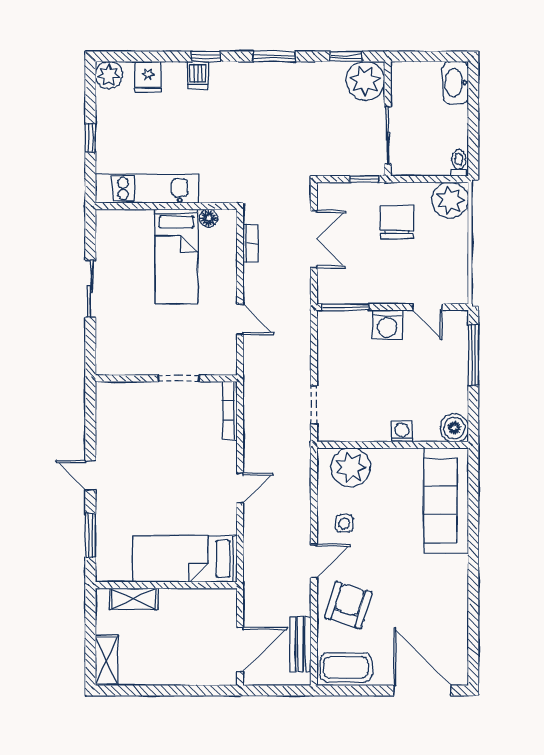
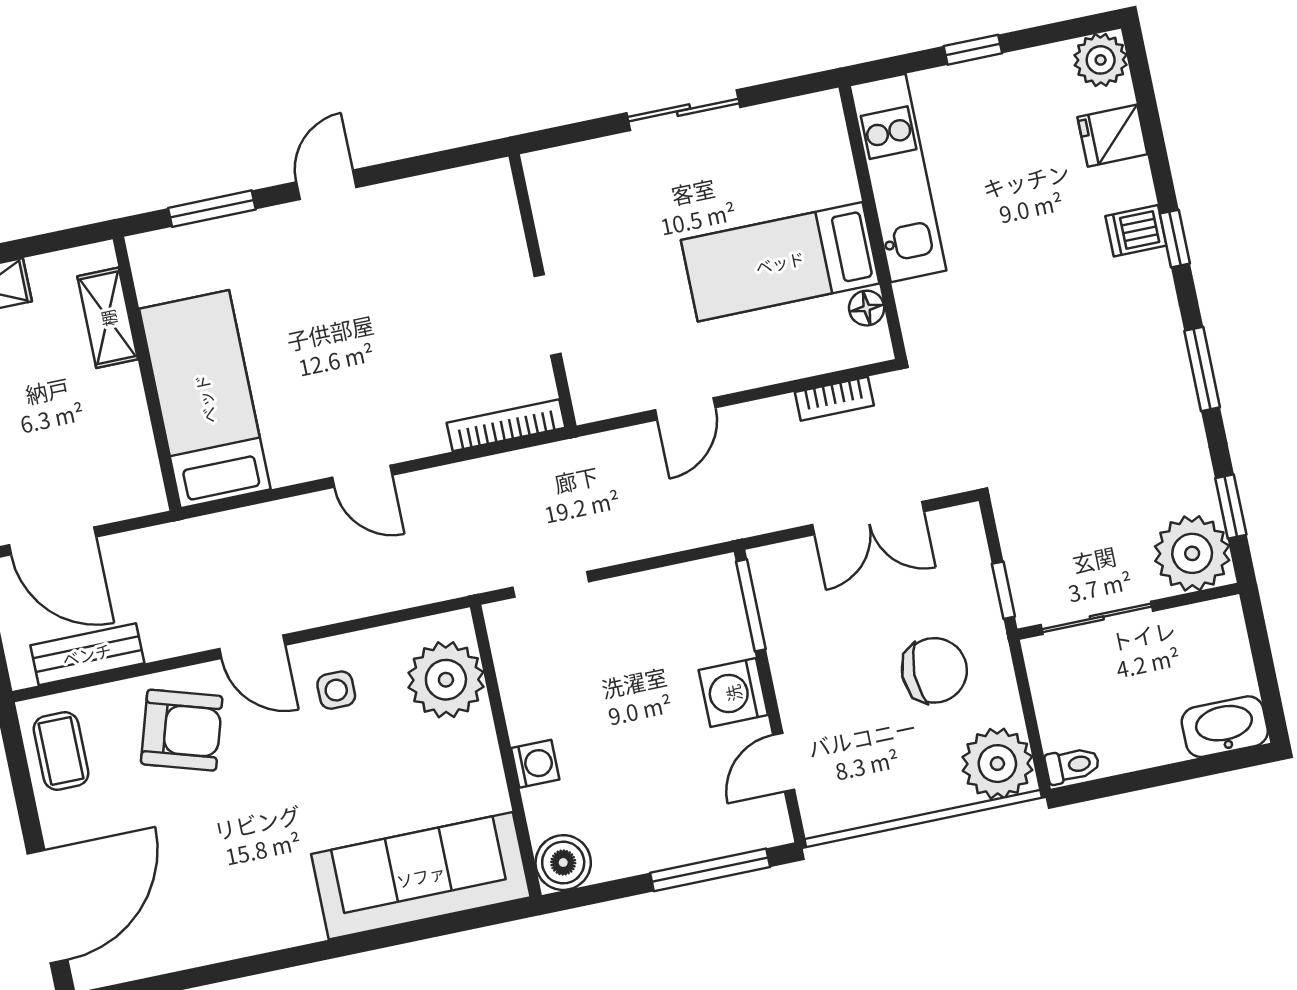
coffee table: (346, 667) -> (61, 751), width x0.73, depth x0.77

